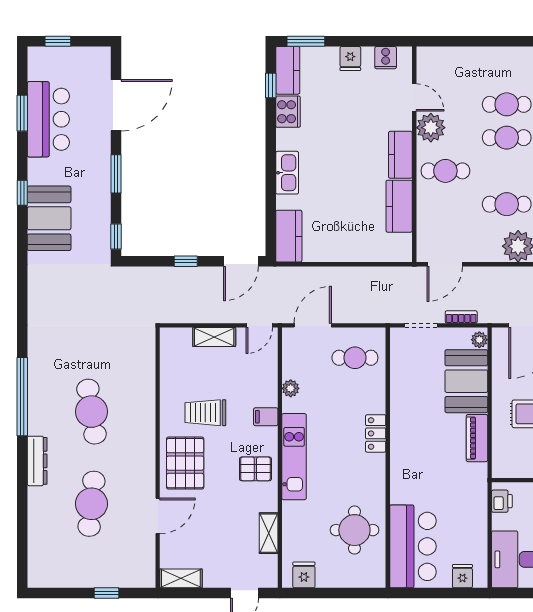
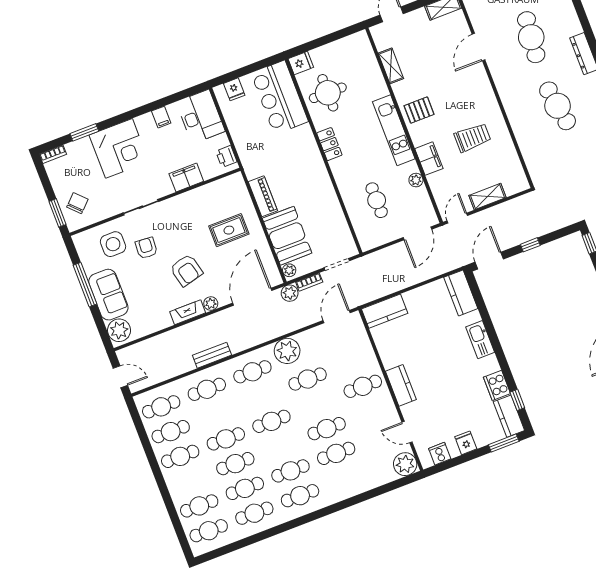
plant: (431, 128) -> (405, 464), moved
kitchen counter: (399, 206) -> (385, 311), moved, turned 90
plant: (489, 313) -> (290, 293), added
cafe table: (355, 358) -> (377, 200), moved, turned 90
filing cabinet: (266, 417) -> (429, 159), width x2.00
locker: (376, 433) -> (329, 144), moved
pallet: (185, 463) -> (473, 94), removed
fridge: (304, 575) -> (301, 63), moved, turned -90

